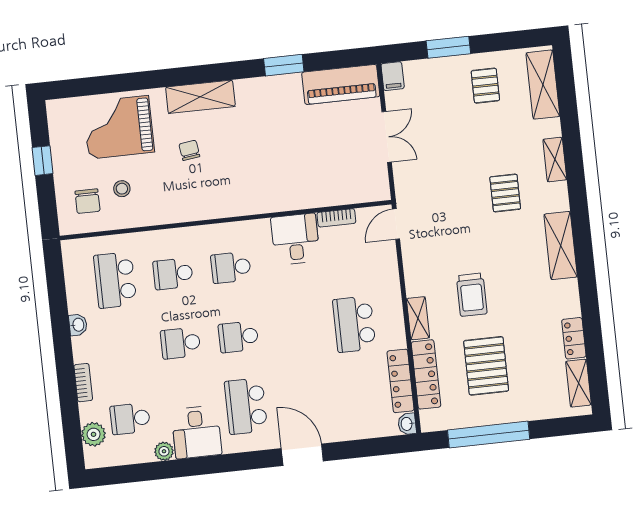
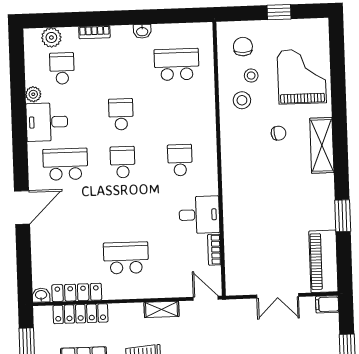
stool: (153, 198) -> (242, 100), added
chair: (88, 201) -> (243, 47), turned 90
school desk: (173, 274) -> (178, 112), removed
shelving: (418, 318) -> (162, 309), moved

